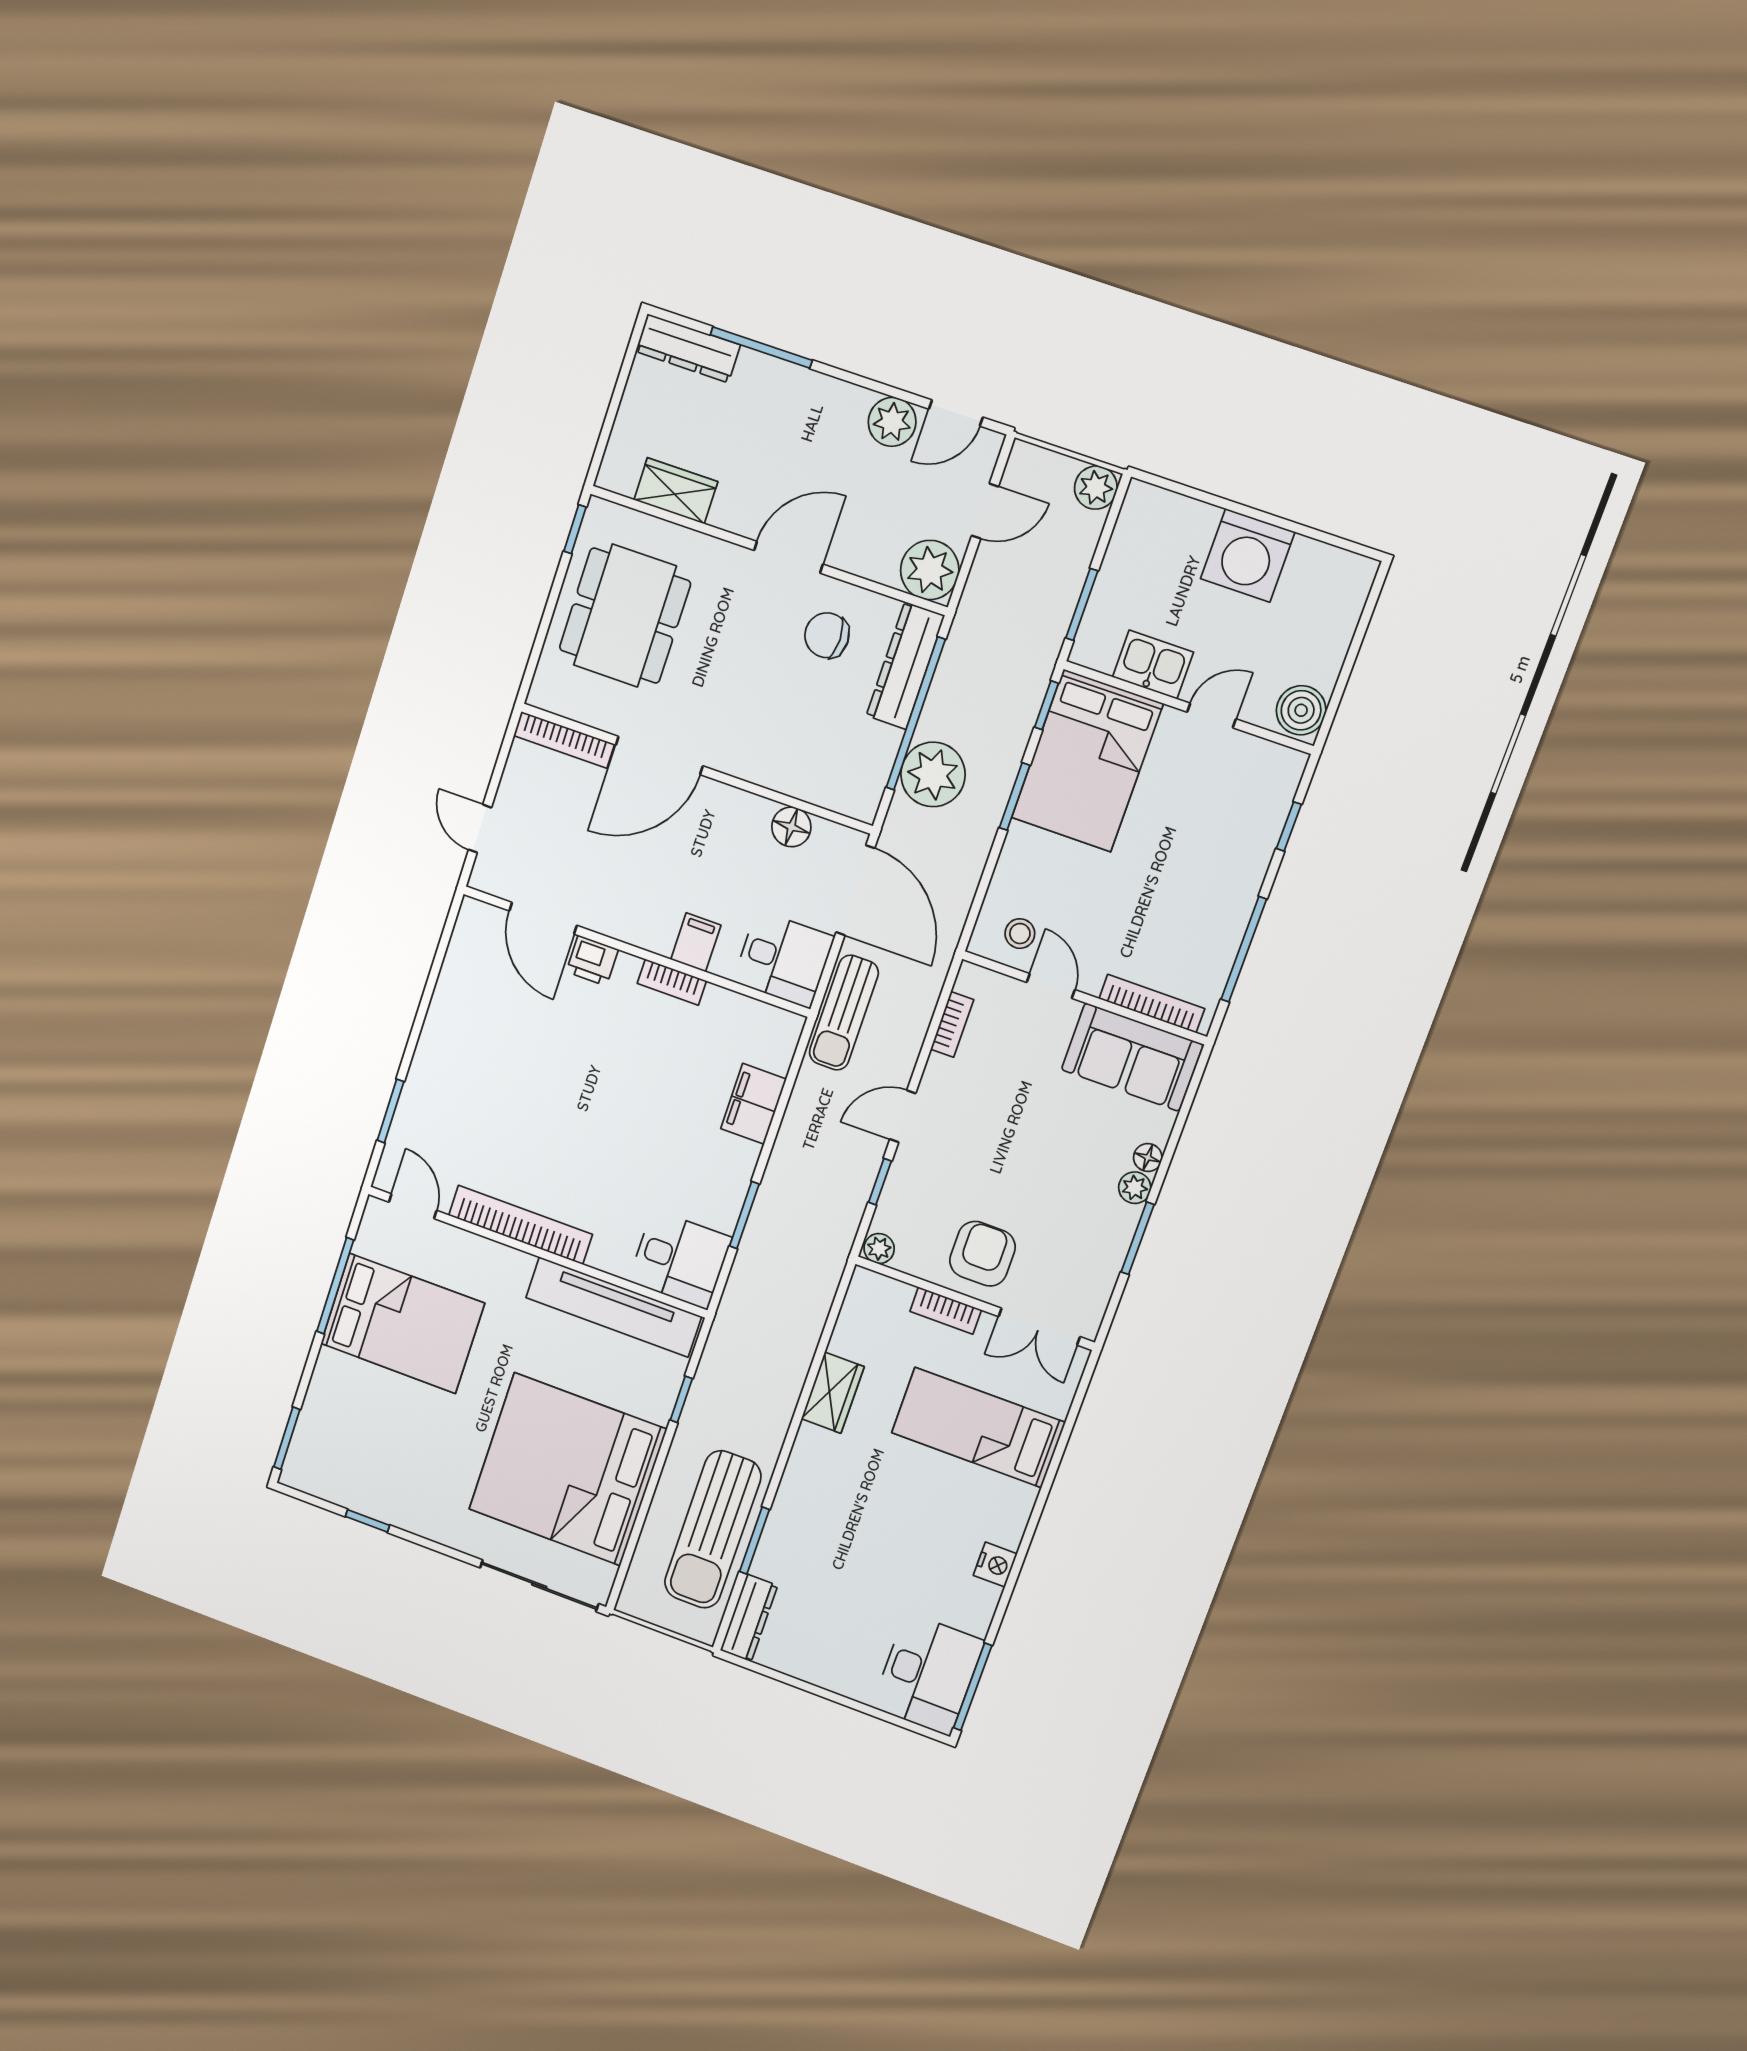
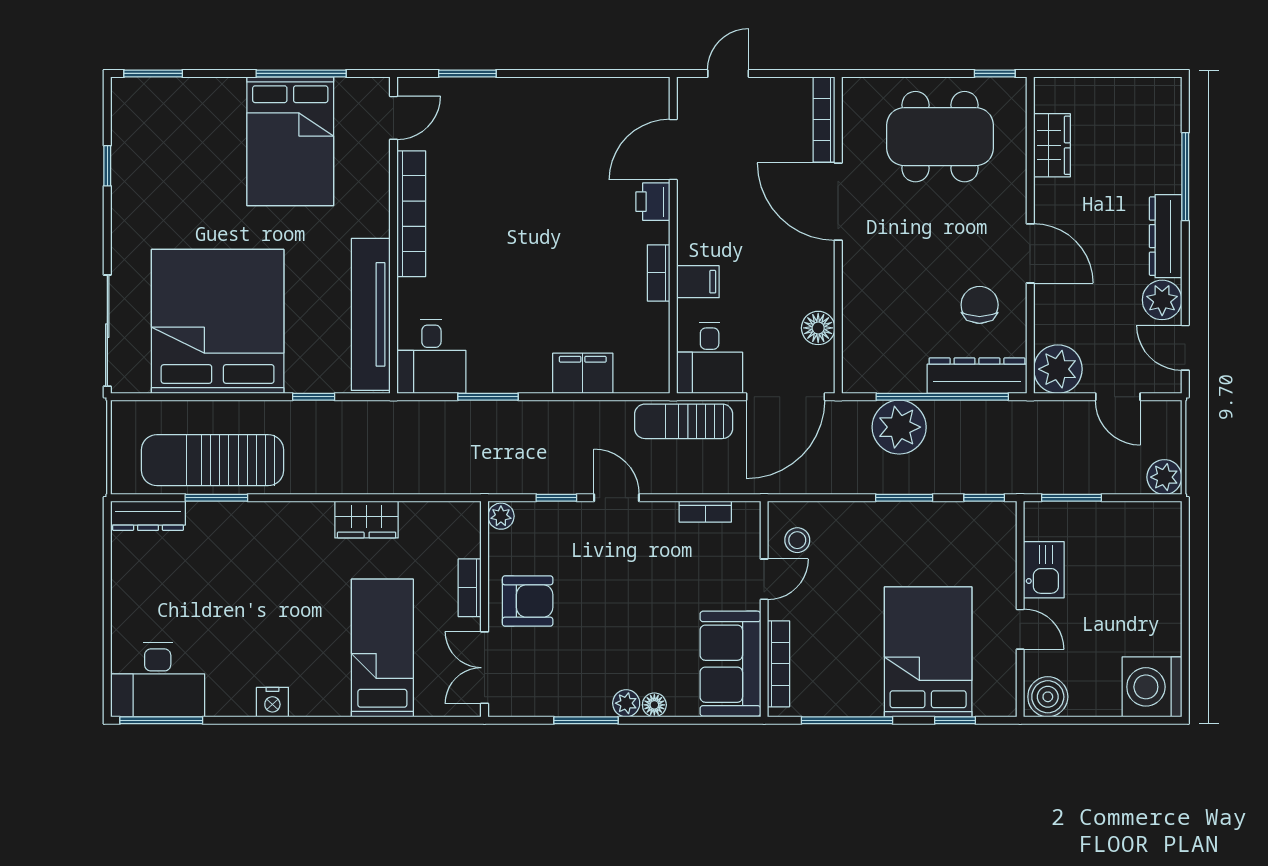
dresser: (688, 348) -> (1166, 236), moved
washing machine: (1248, 555) -> (1152, 687), moved
bed: (1087, 761) -> (928, 652), moved, turned 90

